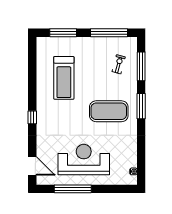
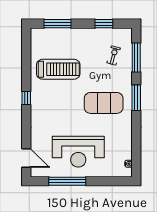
window: (109, 33) -> (104, 24), width x0.47
treadmill: (64, 78) -> (58, 69), turned -90
window: (32, 117) -> (26, 98), moved
reception desk: (84, 160) -> (78, 152), turned 180

